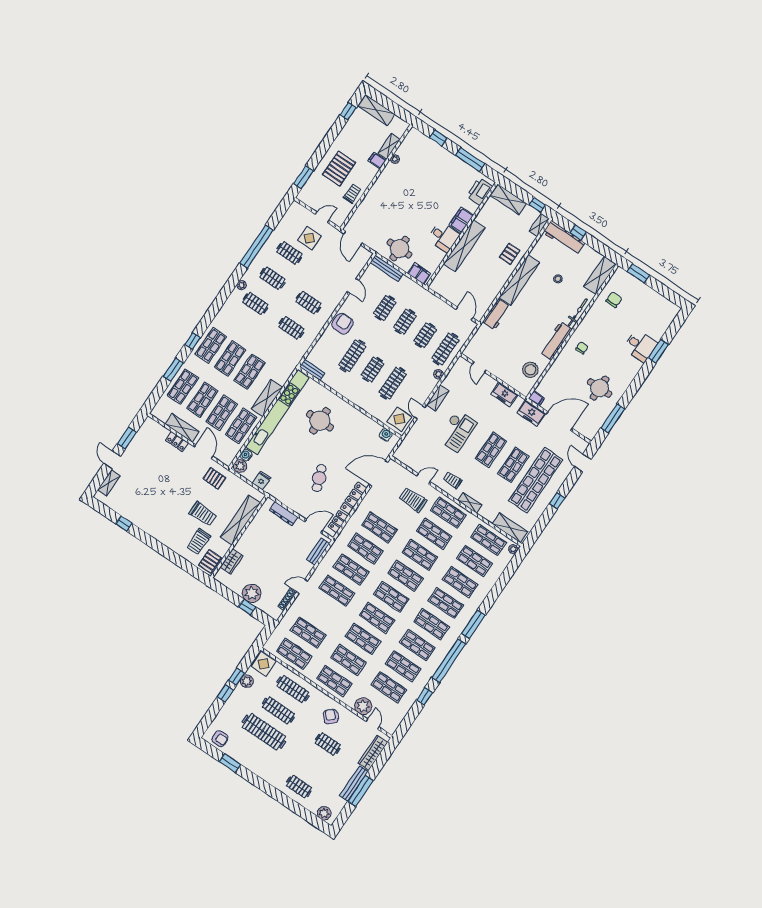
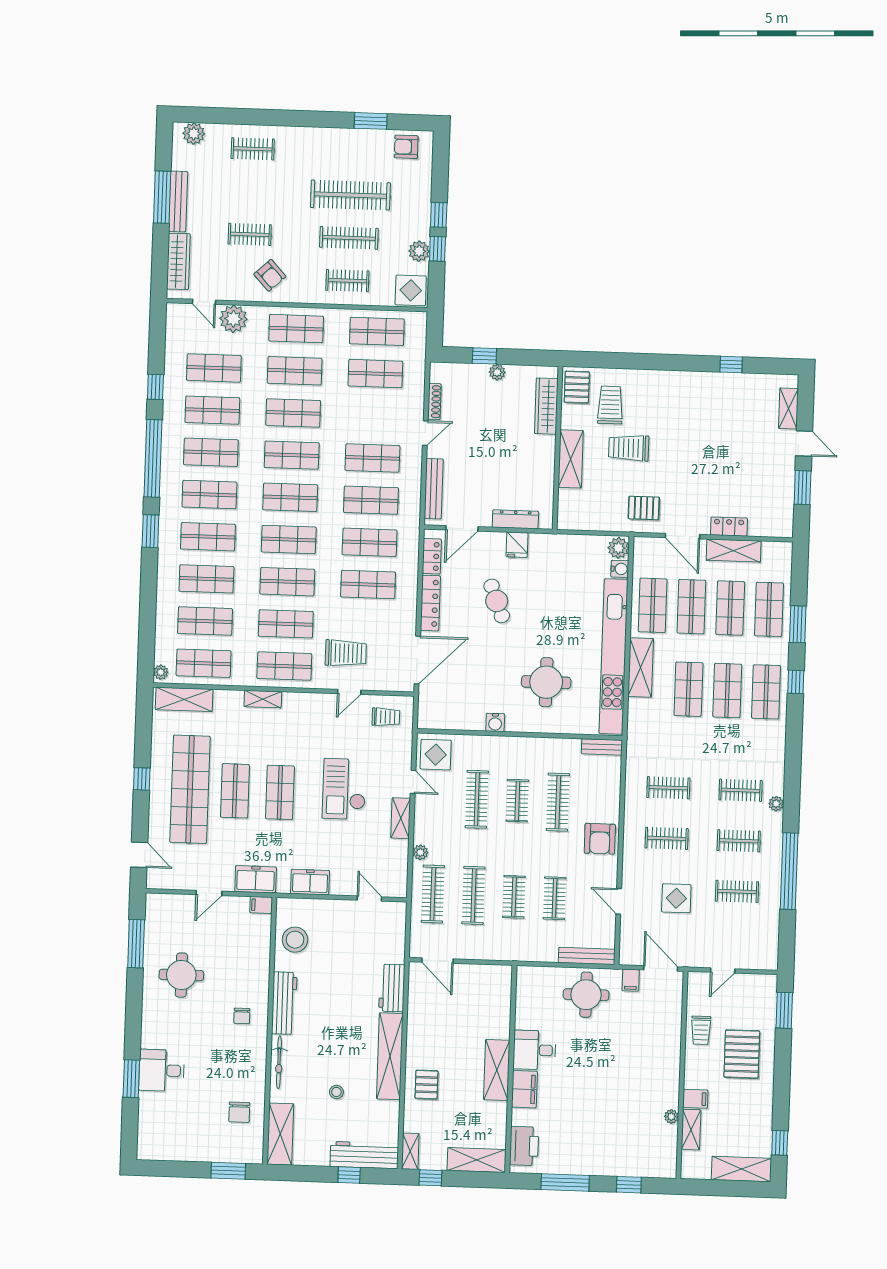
display table: (309, 238) -> (676, 898), moved
shelving: (464, 246) -> (497, 1070), width x0.68
filing cabinet: (419, 274) -> (631, 980), moved, width x0.50
clothes rail: (425, 335) -> (473, 895), width x1.36
door: (559, 421) -> (209, 893), width x0.53
water cooler: (386, 435) -> (495, 722), moved
fridge: (262, 480) -> (517, 545), moved
trolley: (453, 480) -> (386, 717), moved
shelving: (241, 520) -> (571, 459), width x0.68
bench: (318, 551) -> (434, 489), width x1.36
wardrobe: (231, 562) -> (546, 406), width x1.50
plant: (252, 593) -> (497, 372), width x0.53, depth x0.53
window: (473, 624) -> (150, 531), width x0.69
clothes rail: (293, 689) -> (347, 281), width x0.73

